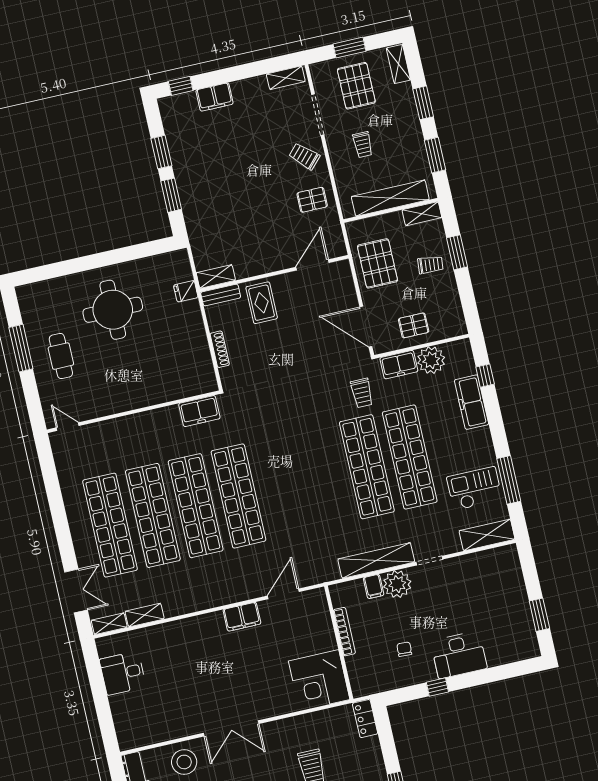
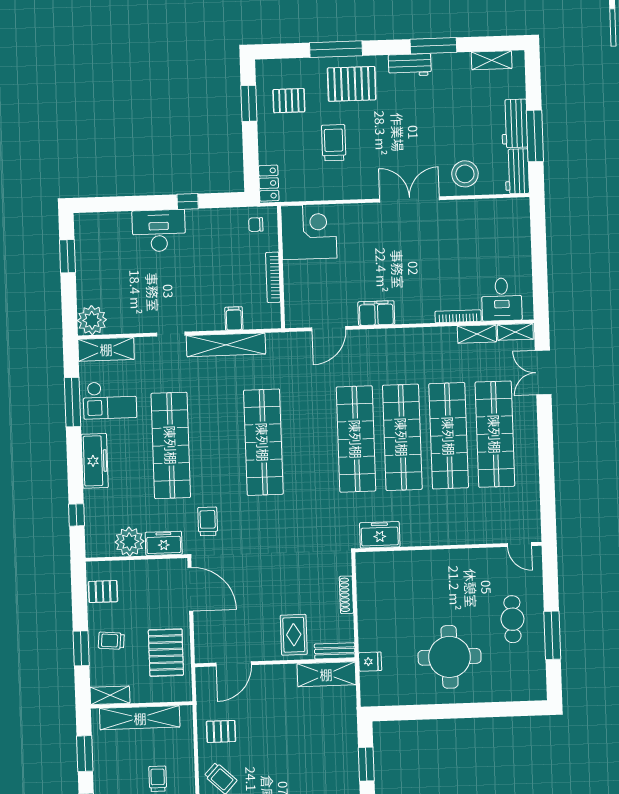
shelving: (216, 276) -> (326, 674), width x1.50, depth x1.33
pallet: (414, 325) -> (103, 592), moved
freezer: (472, 402) -> (95, 461), moved
shop shelf: (367, 467) -> (263, 442), moved
plant: (397, 584) -> (92, 320), moved
bookcase: (165, 628) -> (458, 316), added
chair: (404, 649) -> (256, 225), moved, turned 87
desk: (123, 673) -> (502, 299), moved, turned 90

